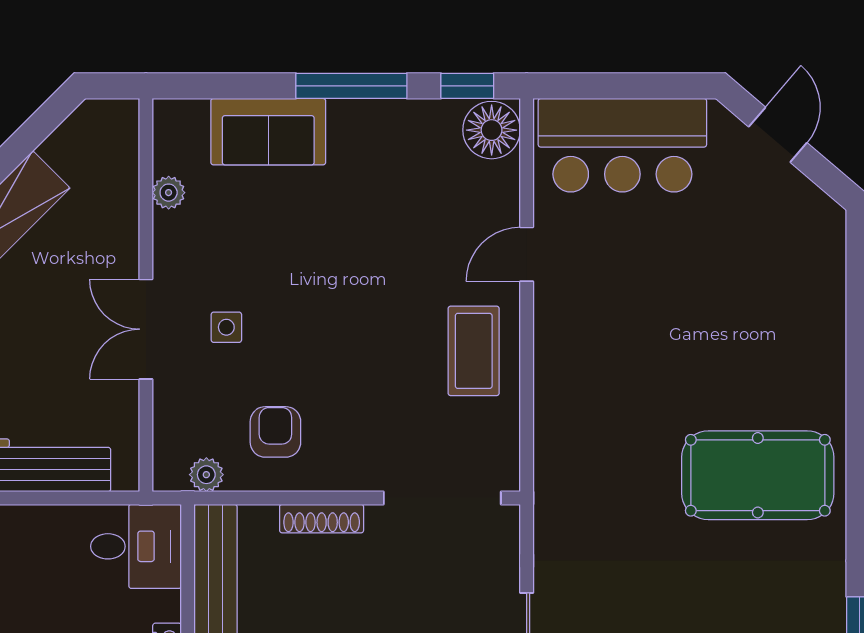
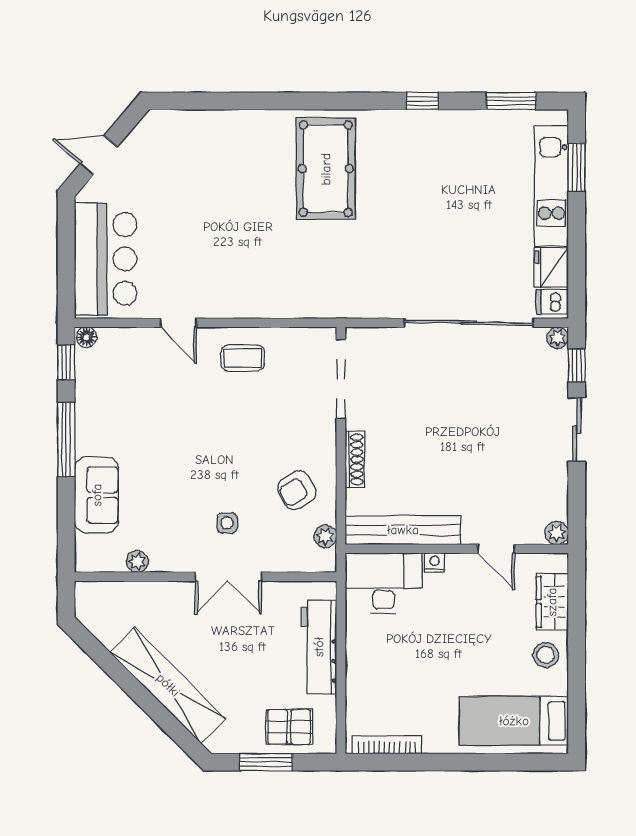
floor lamp: (492, 130) -> (87, 337), width x0.53, depth x0.53
coffee table: (474, 351) -> (243, 358), width x0.73, depth x0.77
armchair: (275, 432) -> (297, 490), turned -31
desk: (136, 546) -> (384, 583), width x1.37

